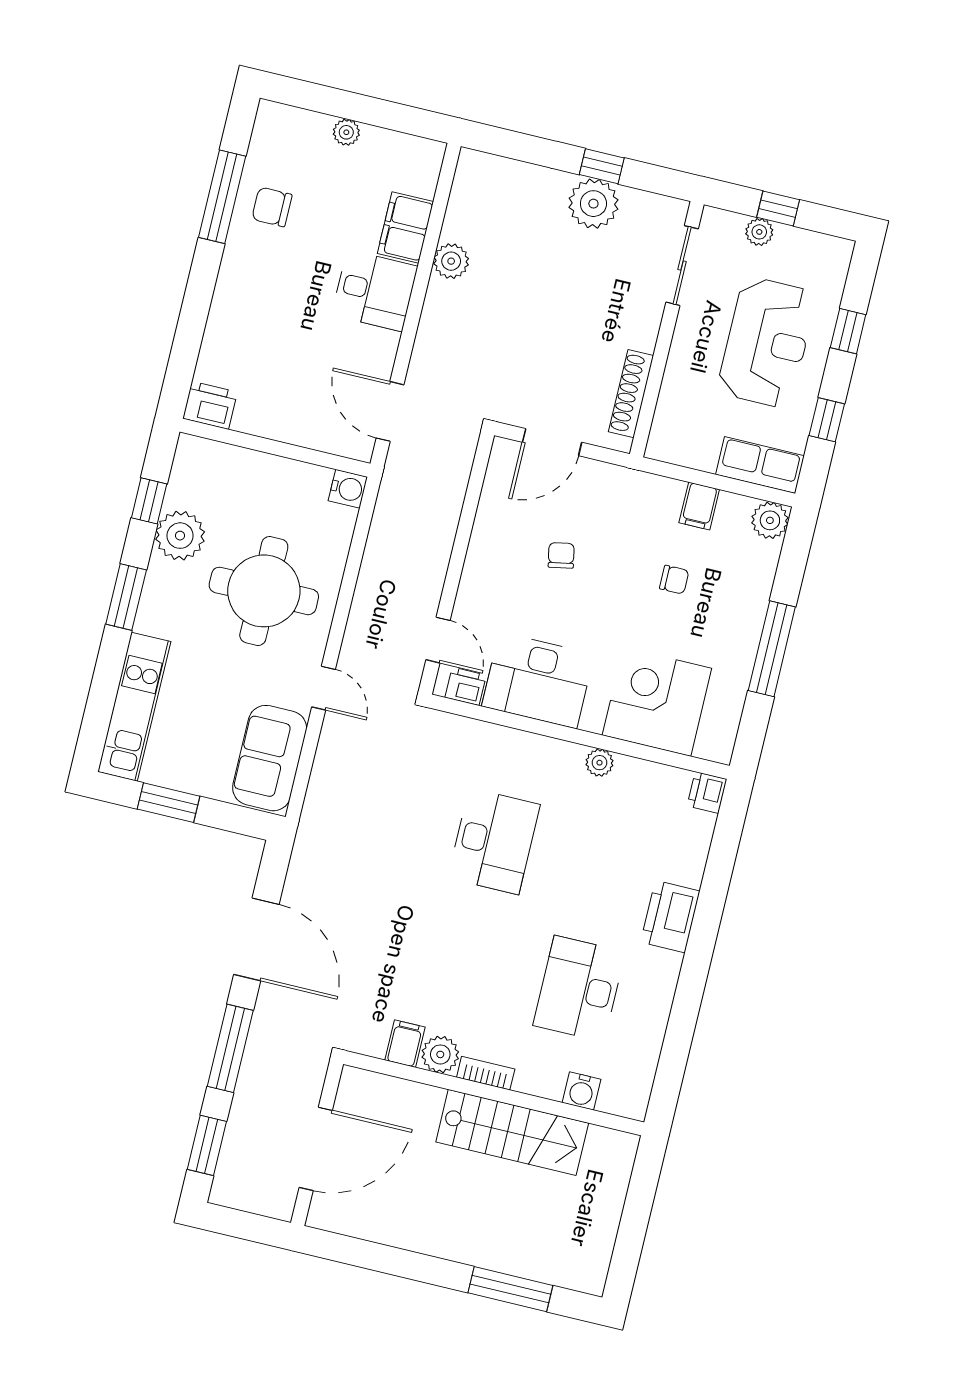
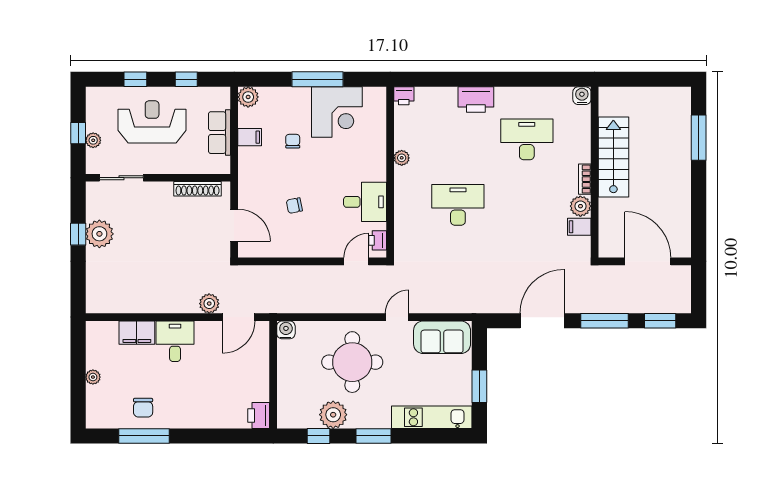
plant: (451, 261) -> (209, 304), moved
row of seats: (760, 465) -> (219, 133), moved
desk: (538, 680) -> (365, 202), width x0.73
corner desk: (657, 702) -> (337, 112), moved, turned -90
desk: (579, 989) -> (527, 139), turned 180
water cooler: (582, 1091) -> (582, 96), moved, turned -90

